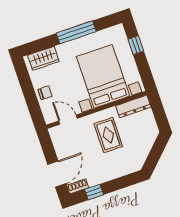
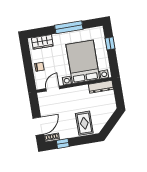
door: (68, 120) -> (53, 89), hinge flipped
rug: (108, 135) -> (84, 123), moved

